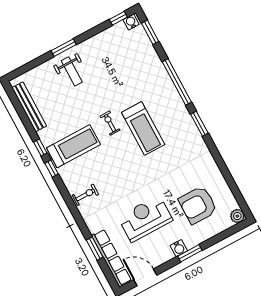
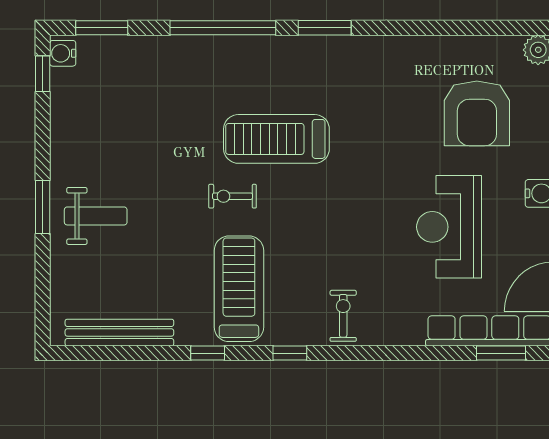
treadmill: (143, 128) -> (276, 139), turned 180
window: (52, 169) -> (290, 353), moved
window: (95, 249) -> (501, 353), moved

